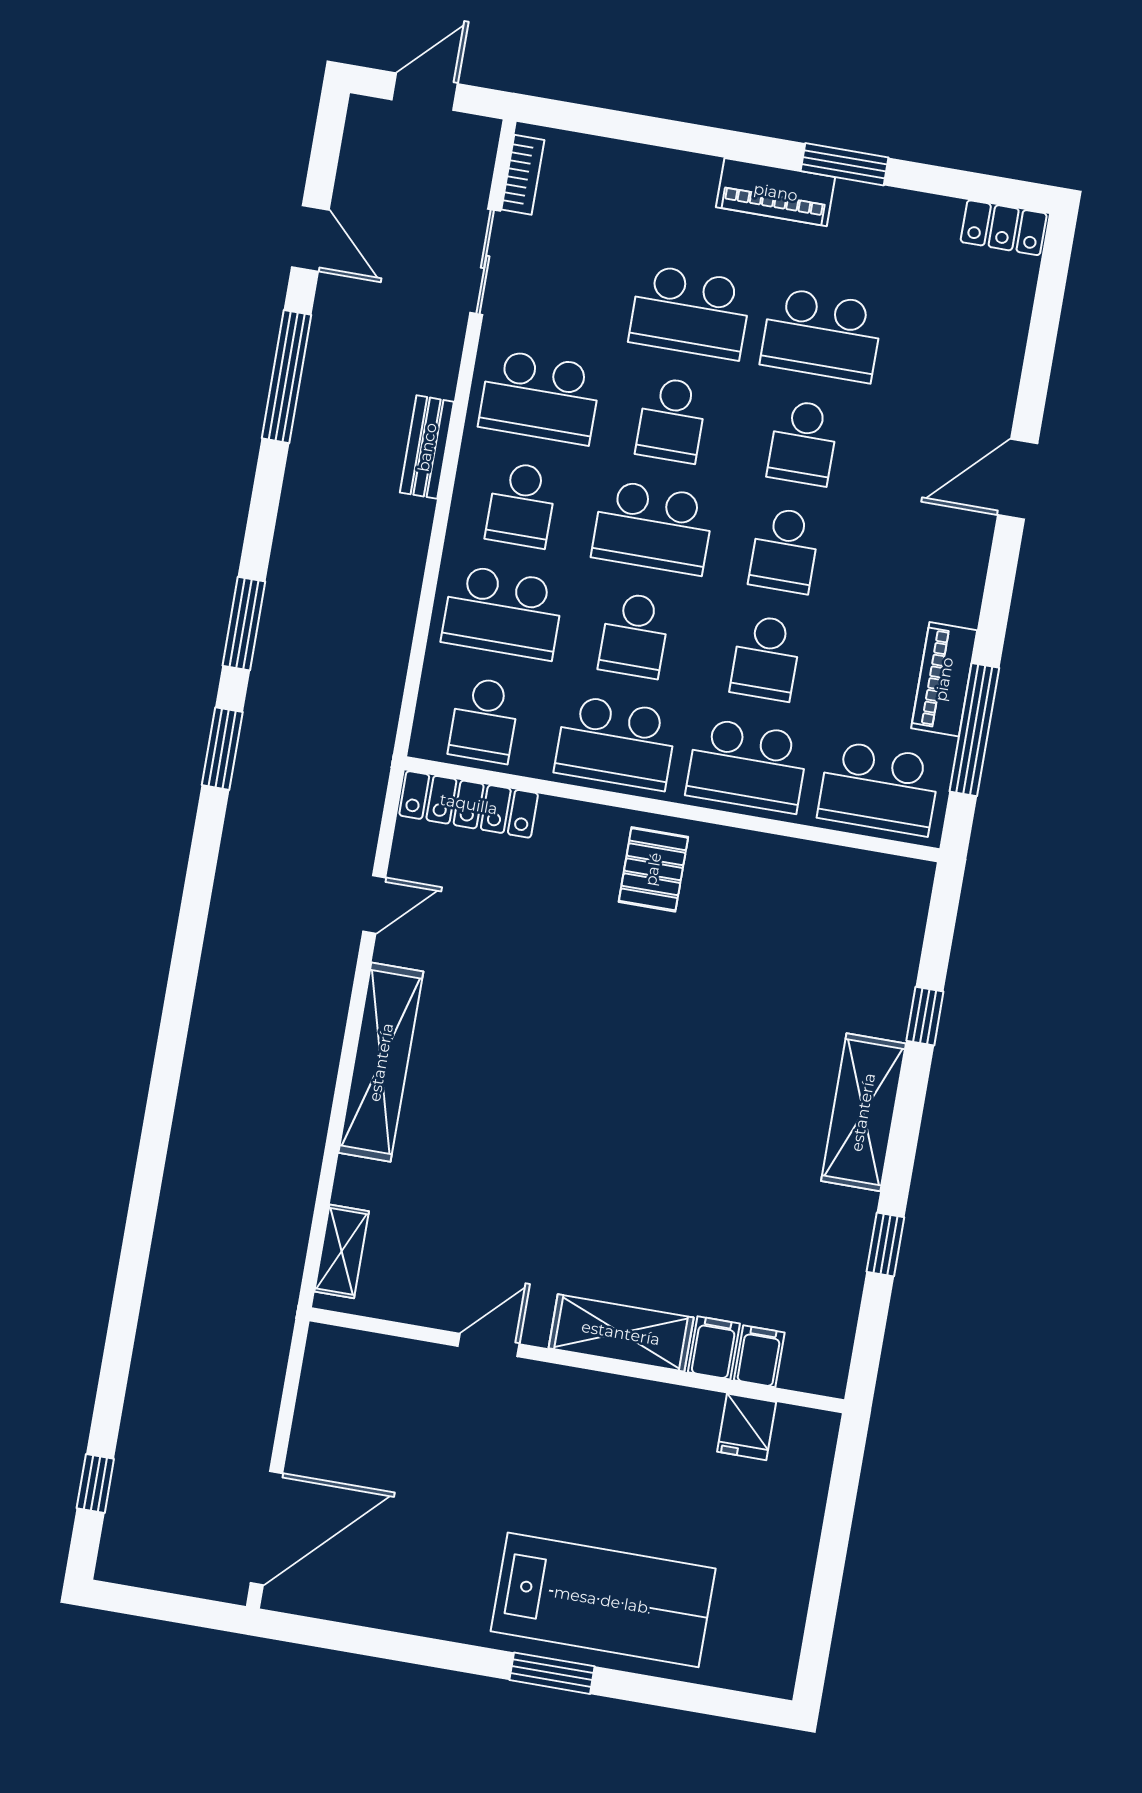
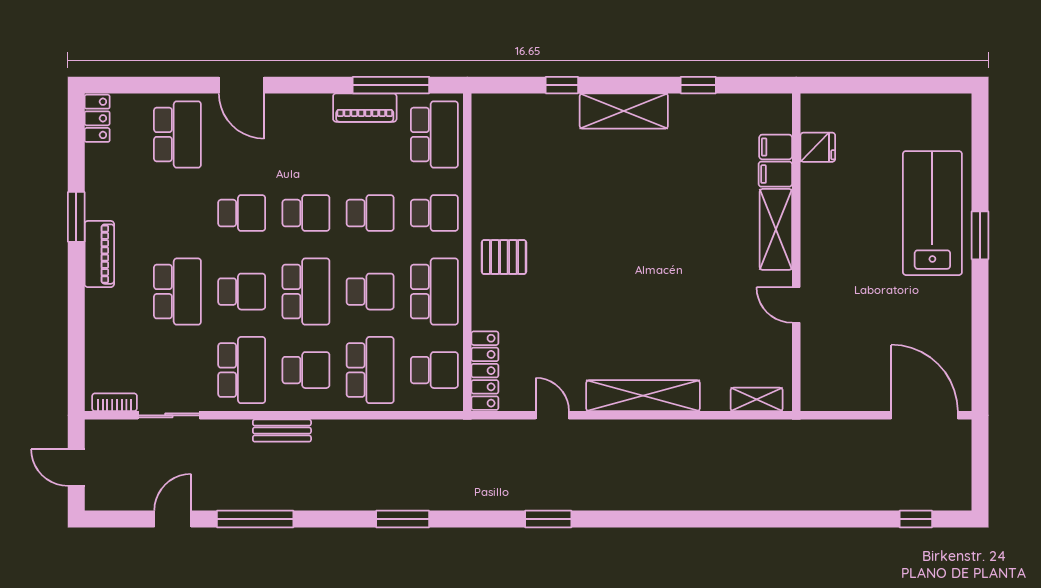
school desk: (822, 335) -> (177, 134), moved
window: (222, 749) -> (548, 519), moved
school desk: (747, 766) -> (434, 213), width x0.54

